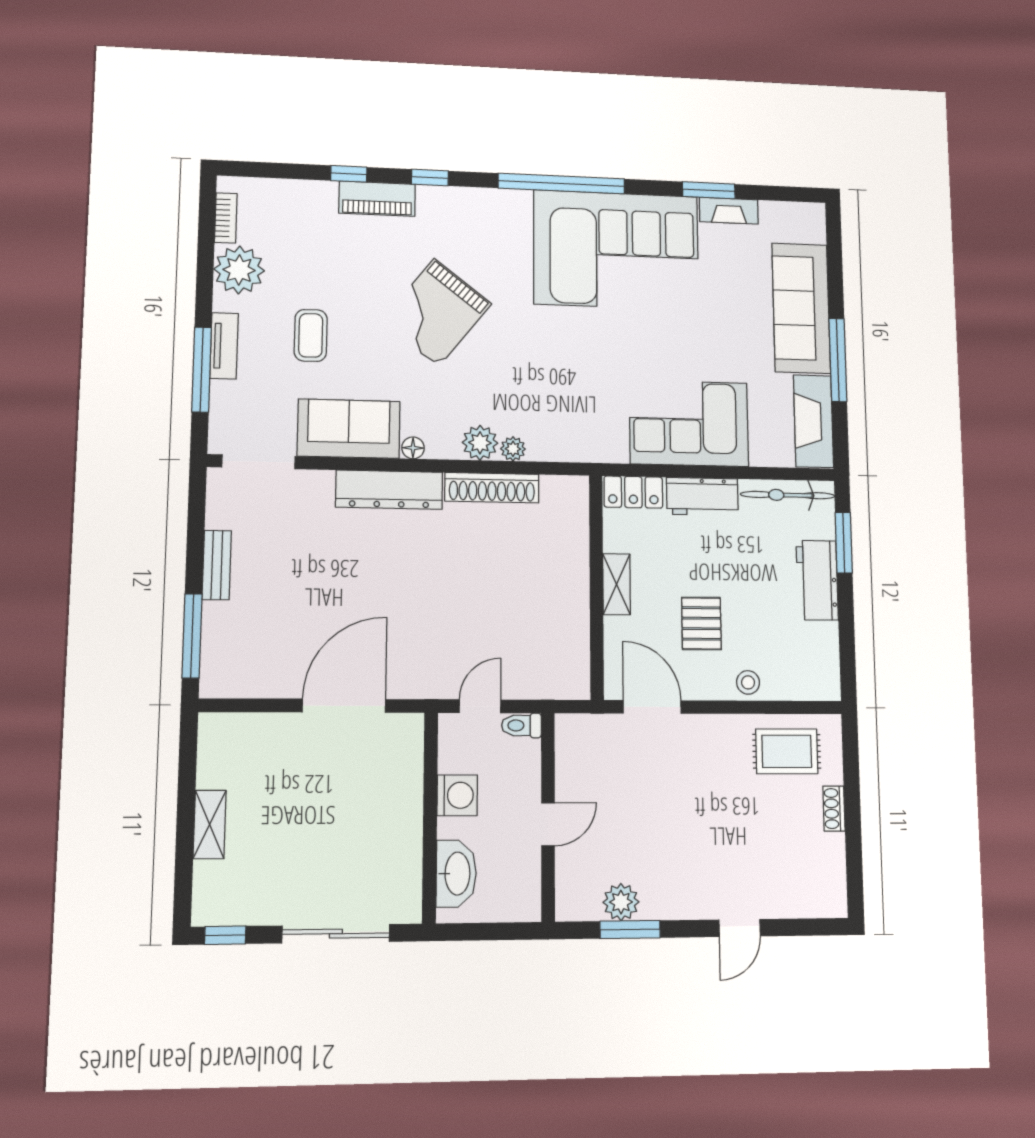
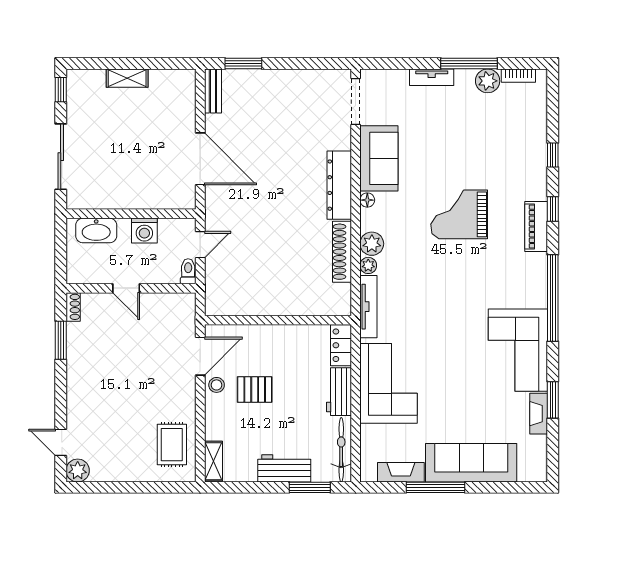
piano: (377, 199) -> (536, 226), moved
corner sofa: (616, 250) -> (518, 350), width x0.73, depth x0.74
plant: (239, 270) -> (488, 81), width x0.73, depth x0.73
grand piano: (436, 312) -> (459, 214), turned -38
coffee table: (311, 335) -> (441, 133), removed
window: (202, 370) -> (469, 64), moved
fireplace: (813, 421) -> (401, 472), width x0.73, depth x0.76
tv unit: (575, 450) -> (368, 307), added
bench: (217, 565) -> (213, 91), moved, turned 90
shelving: (616, 584) -> (214, 461), moved, turned 90
window: (192, 636) -> (243, 64), width x0.69
stool: (748, 682) -> (217, 385), moved
door: (480, 706) -> (200, 245), hinge flipped
shoe rack: (834, 809) -> (73, 307), moved, turned 90
plant: (621, 902) -> (78, 470), moved
door: (740, 928) -> (61, 442), moved

